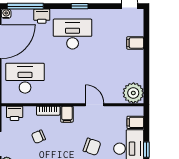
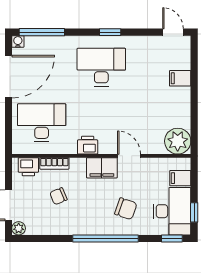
printer: (42, 16) -> (88, 145), moved, turned 180
bookcase: (48, 111) -> (54, 163), moved
filing cabinet: (67, 114) -> (102, 168), width x2.00

